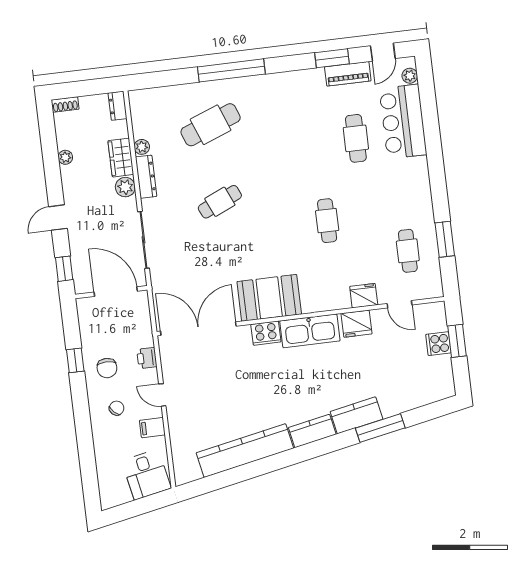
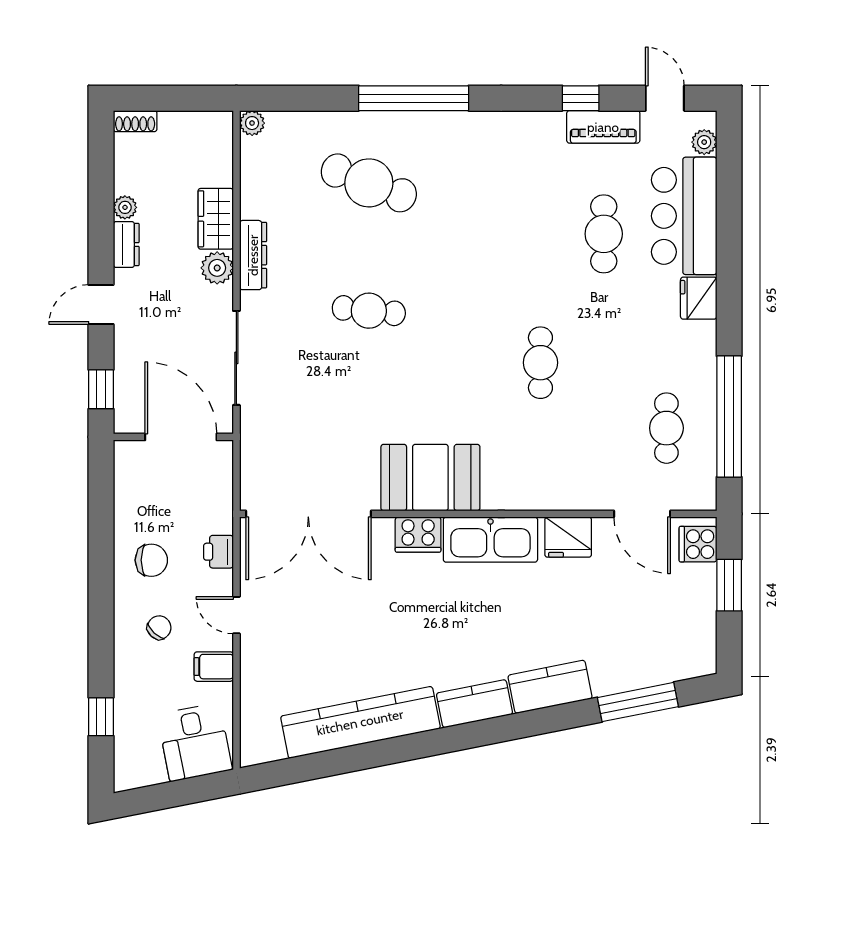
door: (383, 52) -> (665, 98), swing flipped
window: (332, 58) -> (581, 98), width x0.67
dresser: (117, 106) -> (126, 245), moved, turned 180
cafe table: (211, 125) -> (369, 183), turned 42
plant: (142, 147) -> (252, 123), moved
cafe table: (220, 202) -> (369, 311), turned 30
window: (445, 239) -> (729, 416), width x2.11
fridge: (364, 296) -> (699, 298), moved, turned -90
door: (399, 304) -> (642, 514), width x1.38
double door: (198, 329) -> (308, 514), swing flipped
cooker: (438, 344) -> (698, 544), moved
window: (75, 360) -> (101, 717), moved
chair: (107, 368) -> (151, 560), turned -90
window: (380, 428) -> (638, 702), moved

